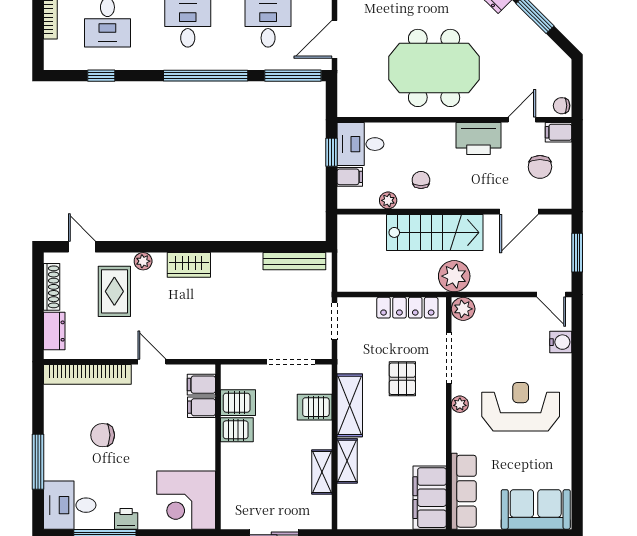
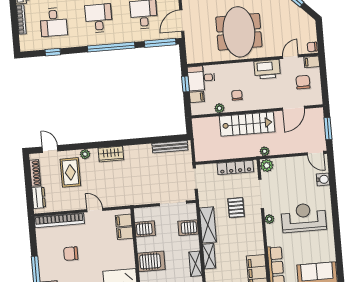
meeting table: (434, 68) -> (239, 32), turned 90
chair: (540, 167) -> (303, 82), turned 180
plant: (454, 276) -> (265, 151), width x0.53, depth x0.53
server rack: (237, 430) -> (151, 261), moved, width x1.36, depth x1.44

